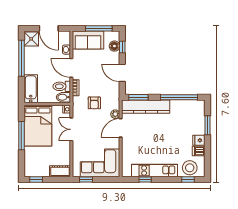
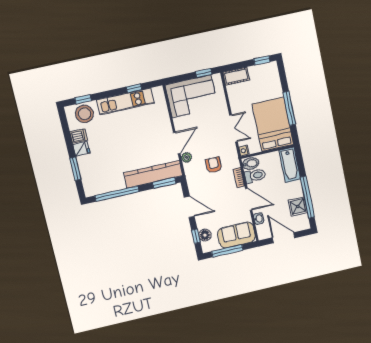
shower: (31, 39) -> (298, 206), moved

